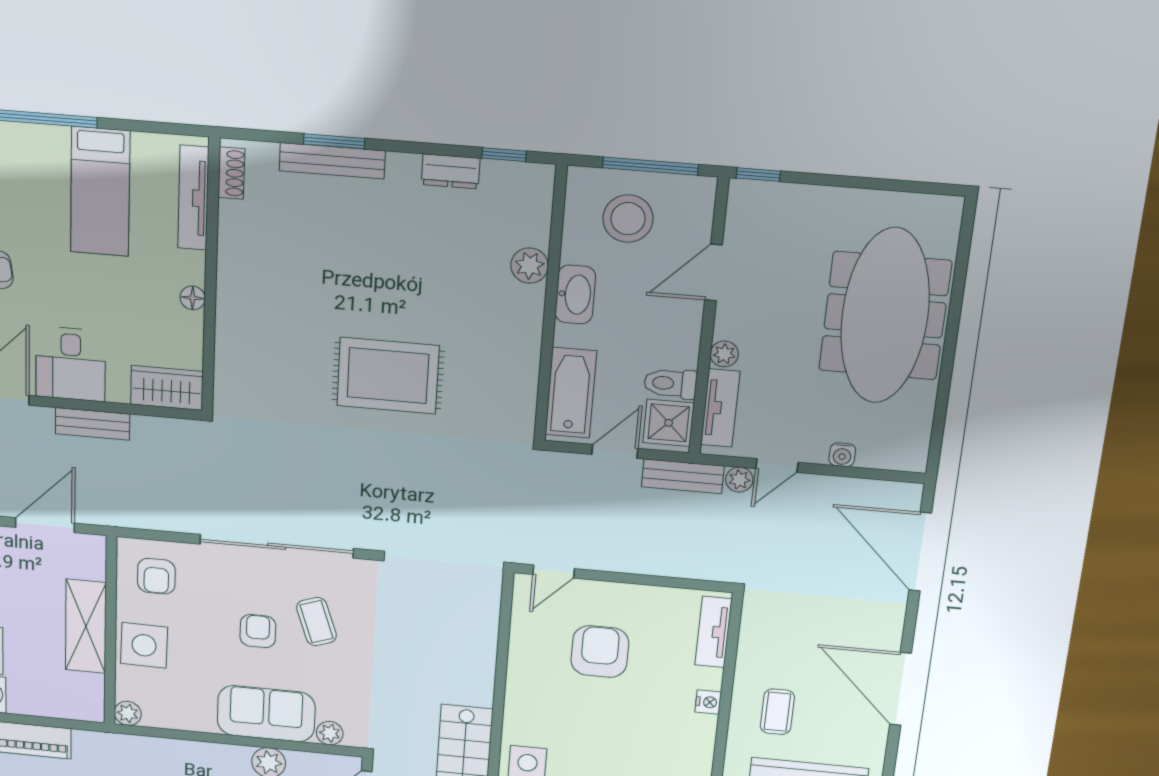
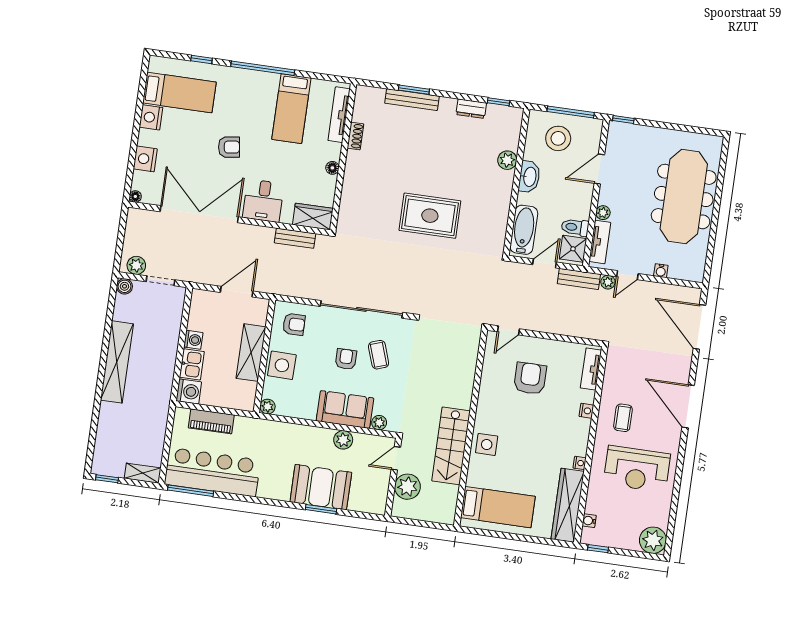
shoe rack: (231, 173) -> (355, 136), moved
bench: (93, 424) -> (295, 238), moved
armchair: (156, 576) -> (294, 324), turned -90

